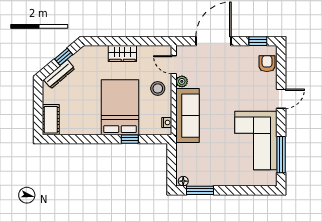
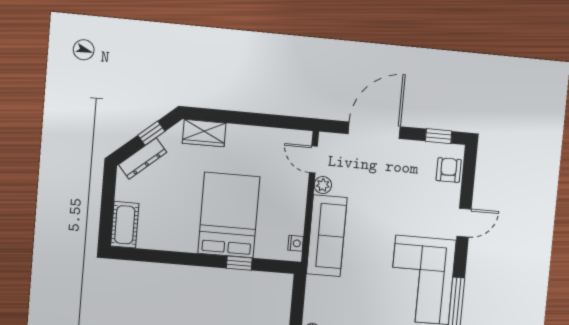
wardrobe: (122, 54) -> (204, 133), moved
stool: (158, 88) -> (287, 192), removed

